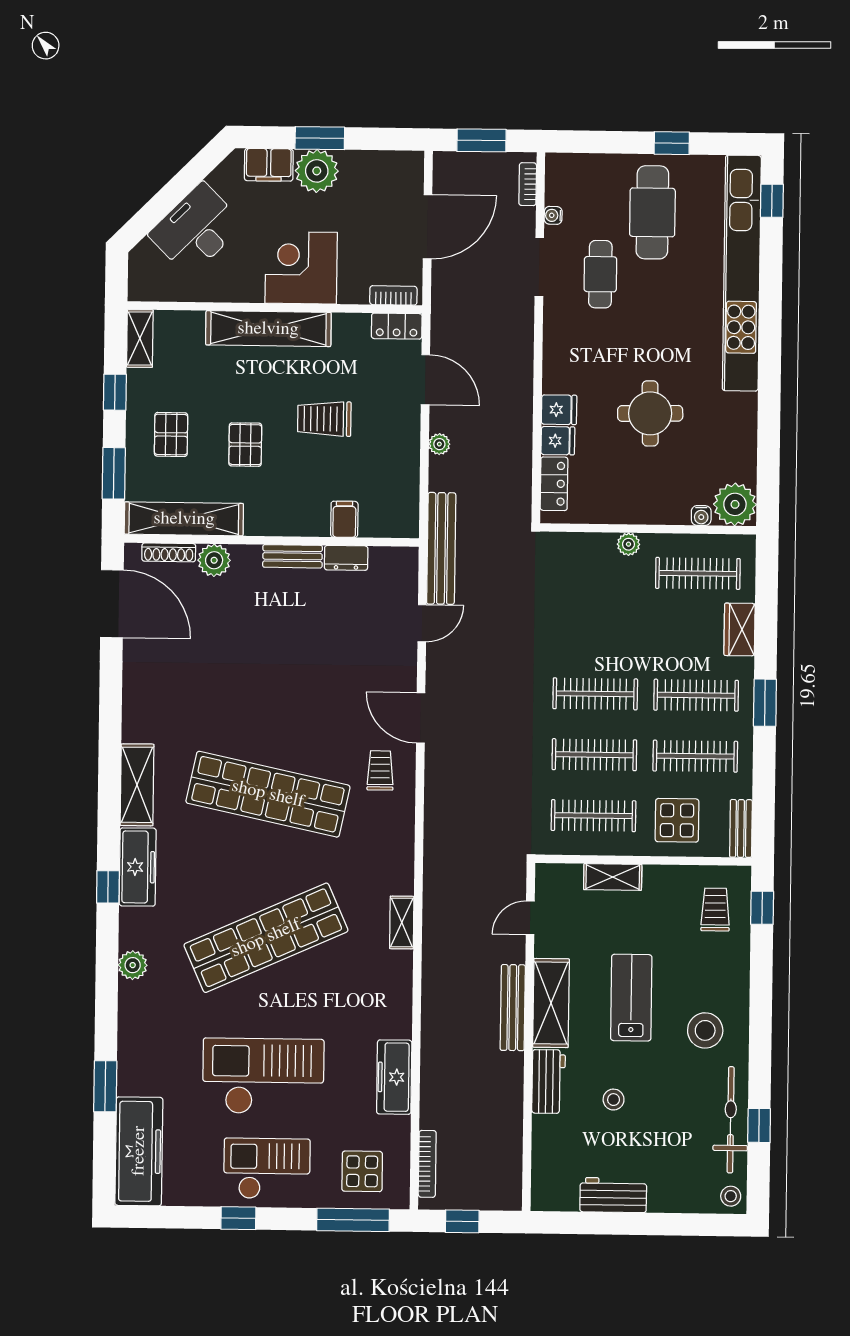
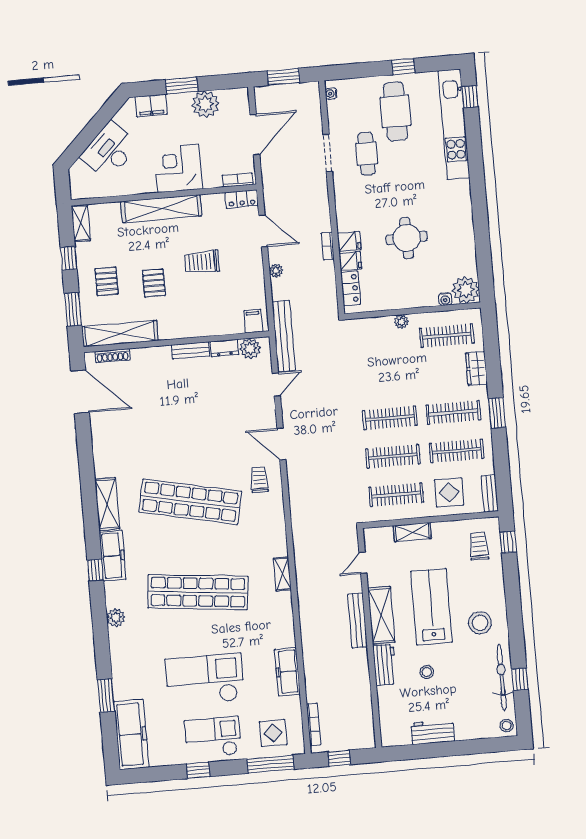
plant: (317, 171) -> (205, 104), moved
bookcase: (528, 184) -> (328, 246), moved
water cooler: (553, 215) -> (331, 94), moved
kitchen unit: (742, 273) -> (454, 124), width x0.73
filing cabinet: (344, 519) -> (253, 321), moved
plant: (214, 560) -> (250, 349), moved
shop shelf: (266, 938) -> (198, 592), turned 30
lab bench: (631, 998) -> (431, 607), width x1.36, depth x1.39

